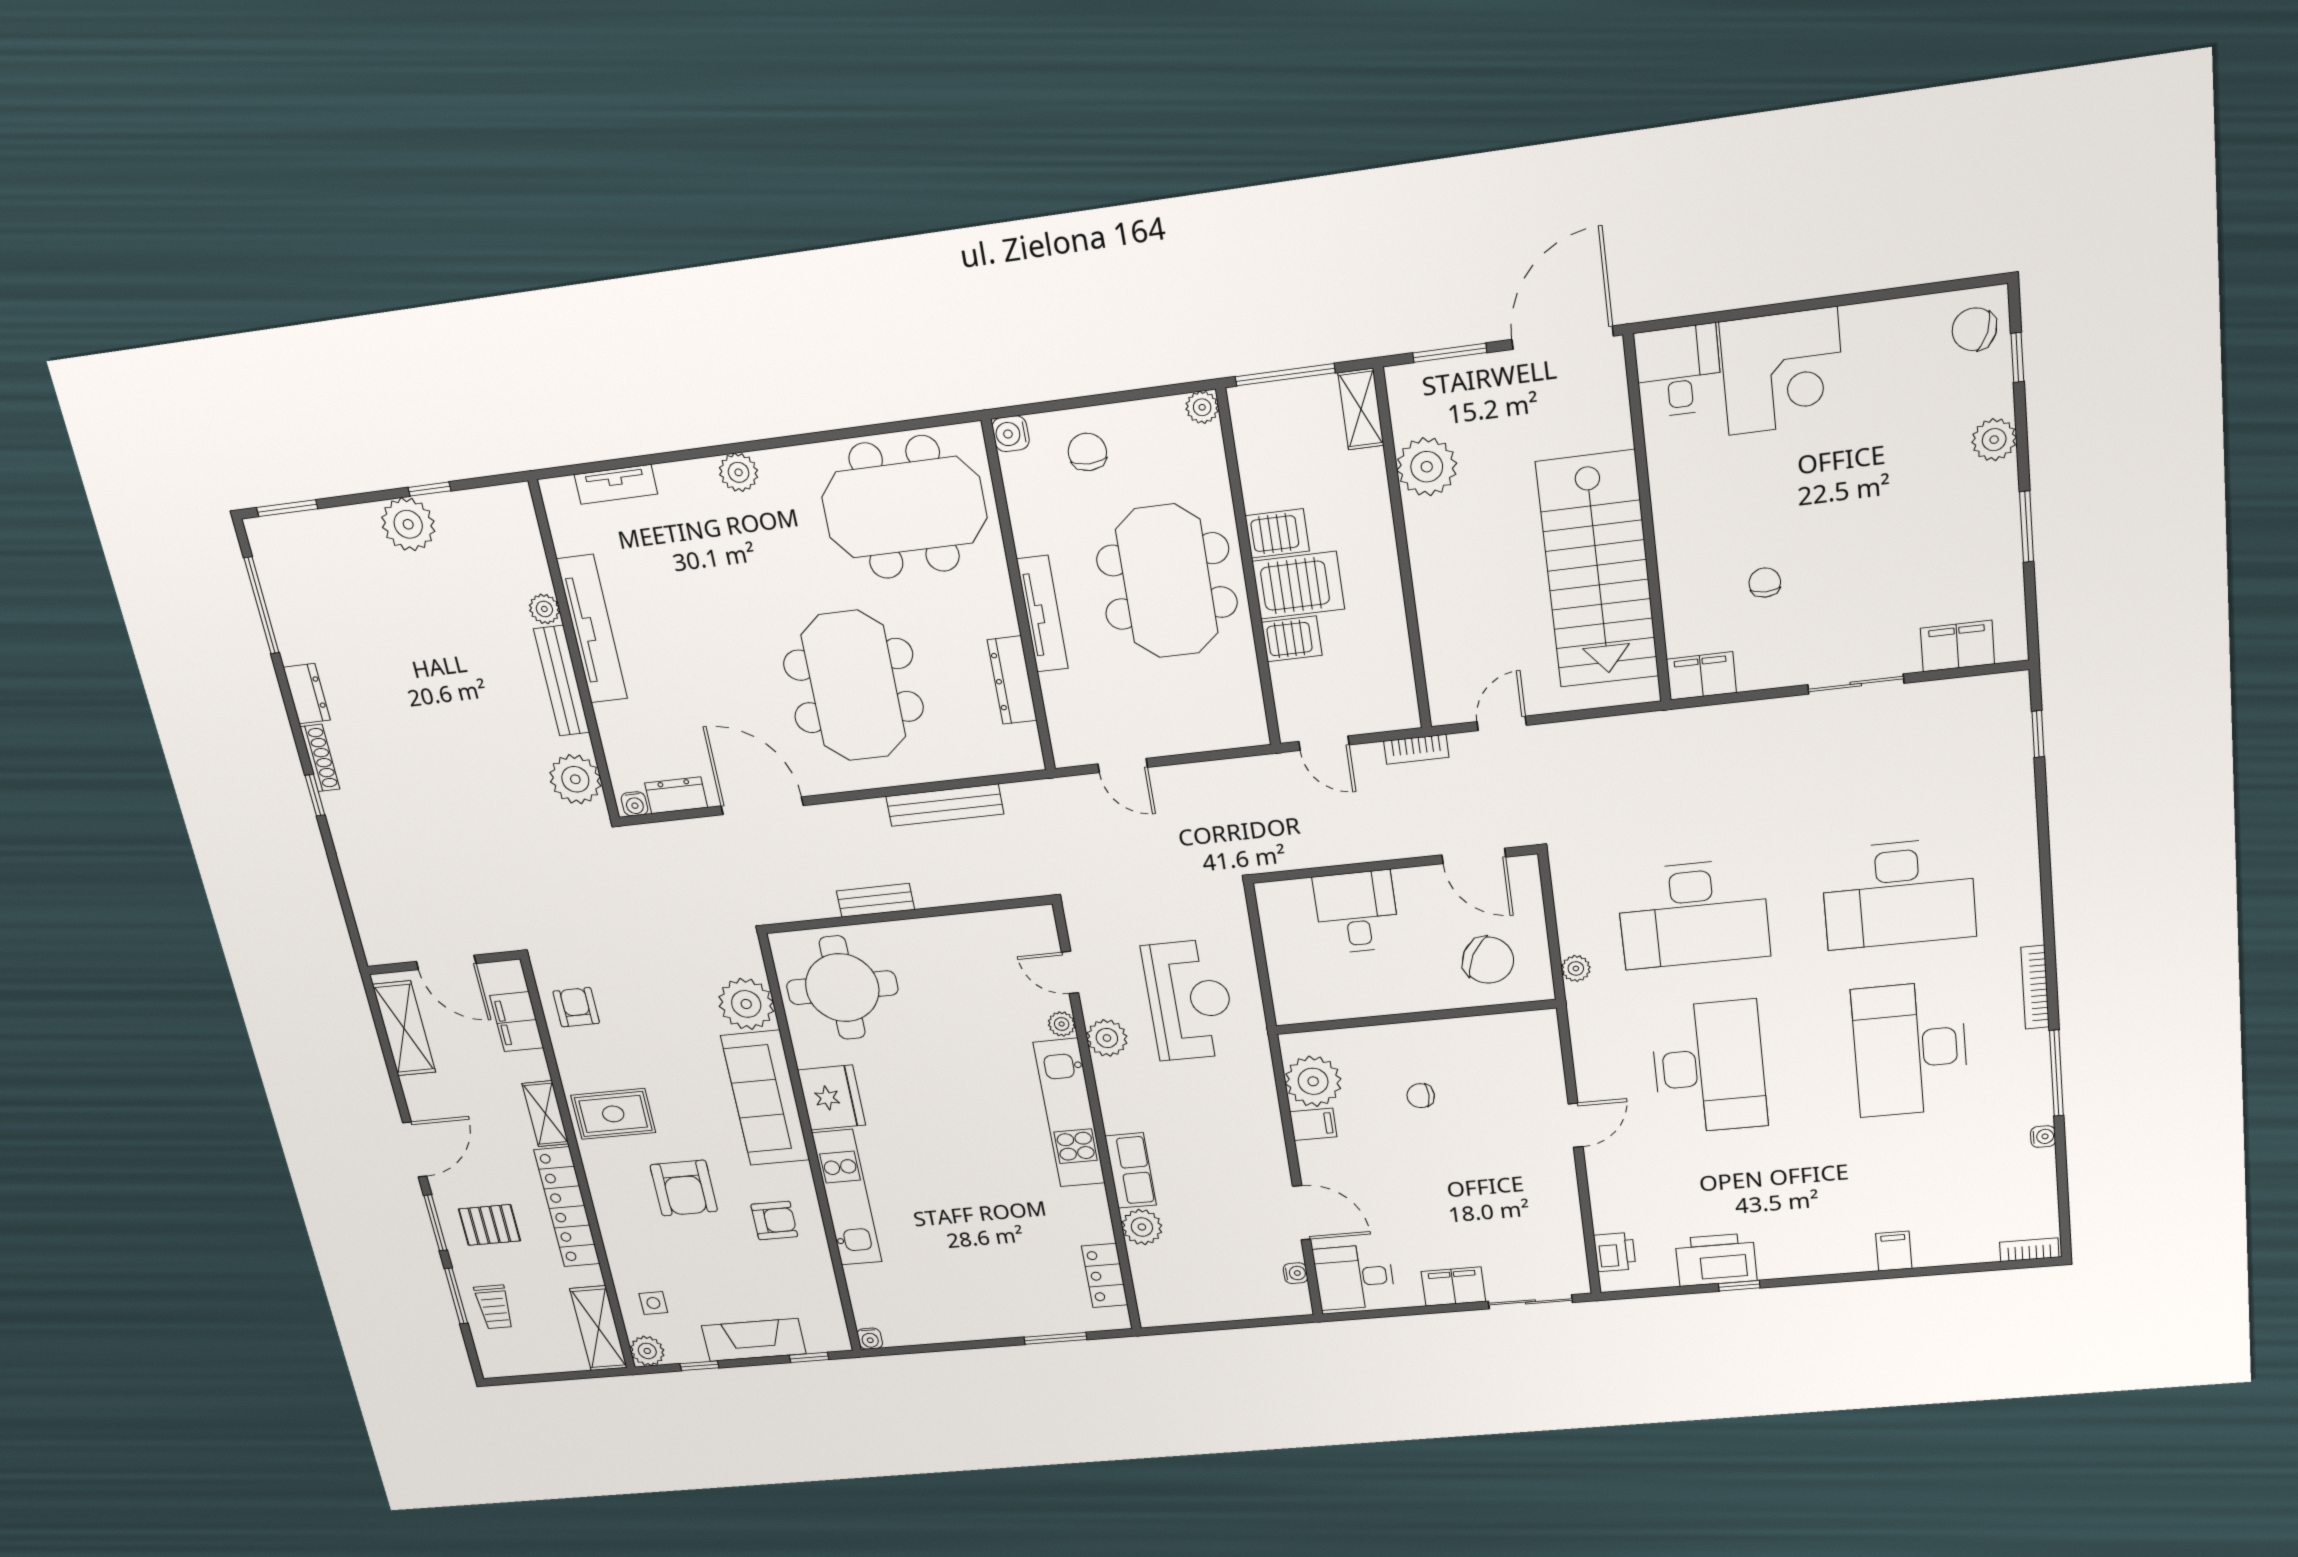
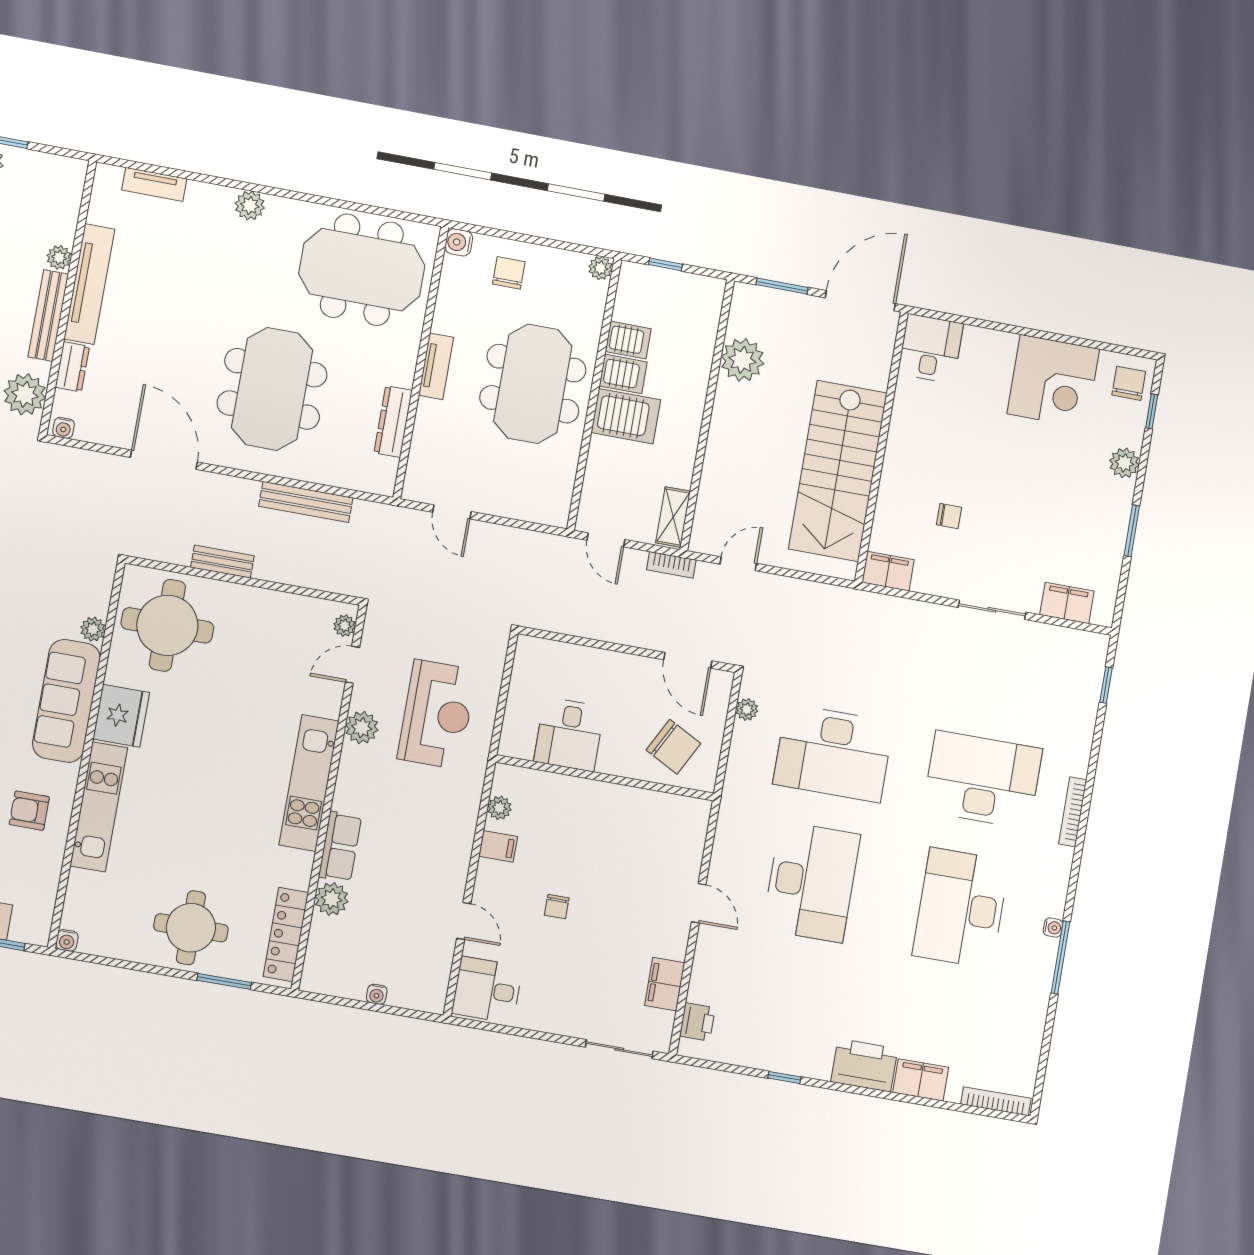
chair: (1974, 329) -> (1129, 383), turned 70
corner desk: (1783, 371) -> (1053, 381), moved
window: (1285, 375) -> (665, 264), width x0.46
shelving: (1361, 409) -> (673, 517), moved
chair: (1765, 583) -> (949, 516), turned 90
tv unit: (1042, 614) -> (436, 366), width x0.71
server rack: (1292, 639) -> (628, 340), moved
dresser: (676, 795) -> (72, 367), moved, turned 90
desk: (1899, 894) -> (983, 780), turned 180
desk: (1356, 912) -> (569, 734), moved, turned 180
plant: (1576, 968) -> (747, 709), moved
door: (1070, 972) -> (352, 665), hinge flipped
bookcase: (2035, 987) -> (1073, 812), moved
plant: (746, 1004) -> (93, 629), width x0.53, depth x0.53
plant: (1062, 1024) -> (345, 626), moved
plant: (1313, 1081) -> (499, 808), width x0.53, depth x0.53
chair: (1421, 1096) -> (557, 907), moved, turned -90
door: (1576, 1125) -> (699, 903), hinge flipped
water cooler: (2043, 1137) -> (1053, 928), moved
door: (1302, 1213) -> (464, 921), width x0.73
armchair: (774, 1221) -> (29, 811), turned 180
bookcase: (2029, 1250) -> (996, 1101), width x1.56
filing cabinet: (1894, 1251) -> (921, 1080), width x2.00
printer: (1716, 1260) -> (864, 1065), moved
water cooler: (1296, 1273) -> (377, 994), moved, turned 90
locker: (1105, 1276) -> (286, 934), width x1.53
filing cabinet: (1453, 1287) -> (665, 984), moved, turned -90
round table: (998, 1294) -> (191, 928), added

